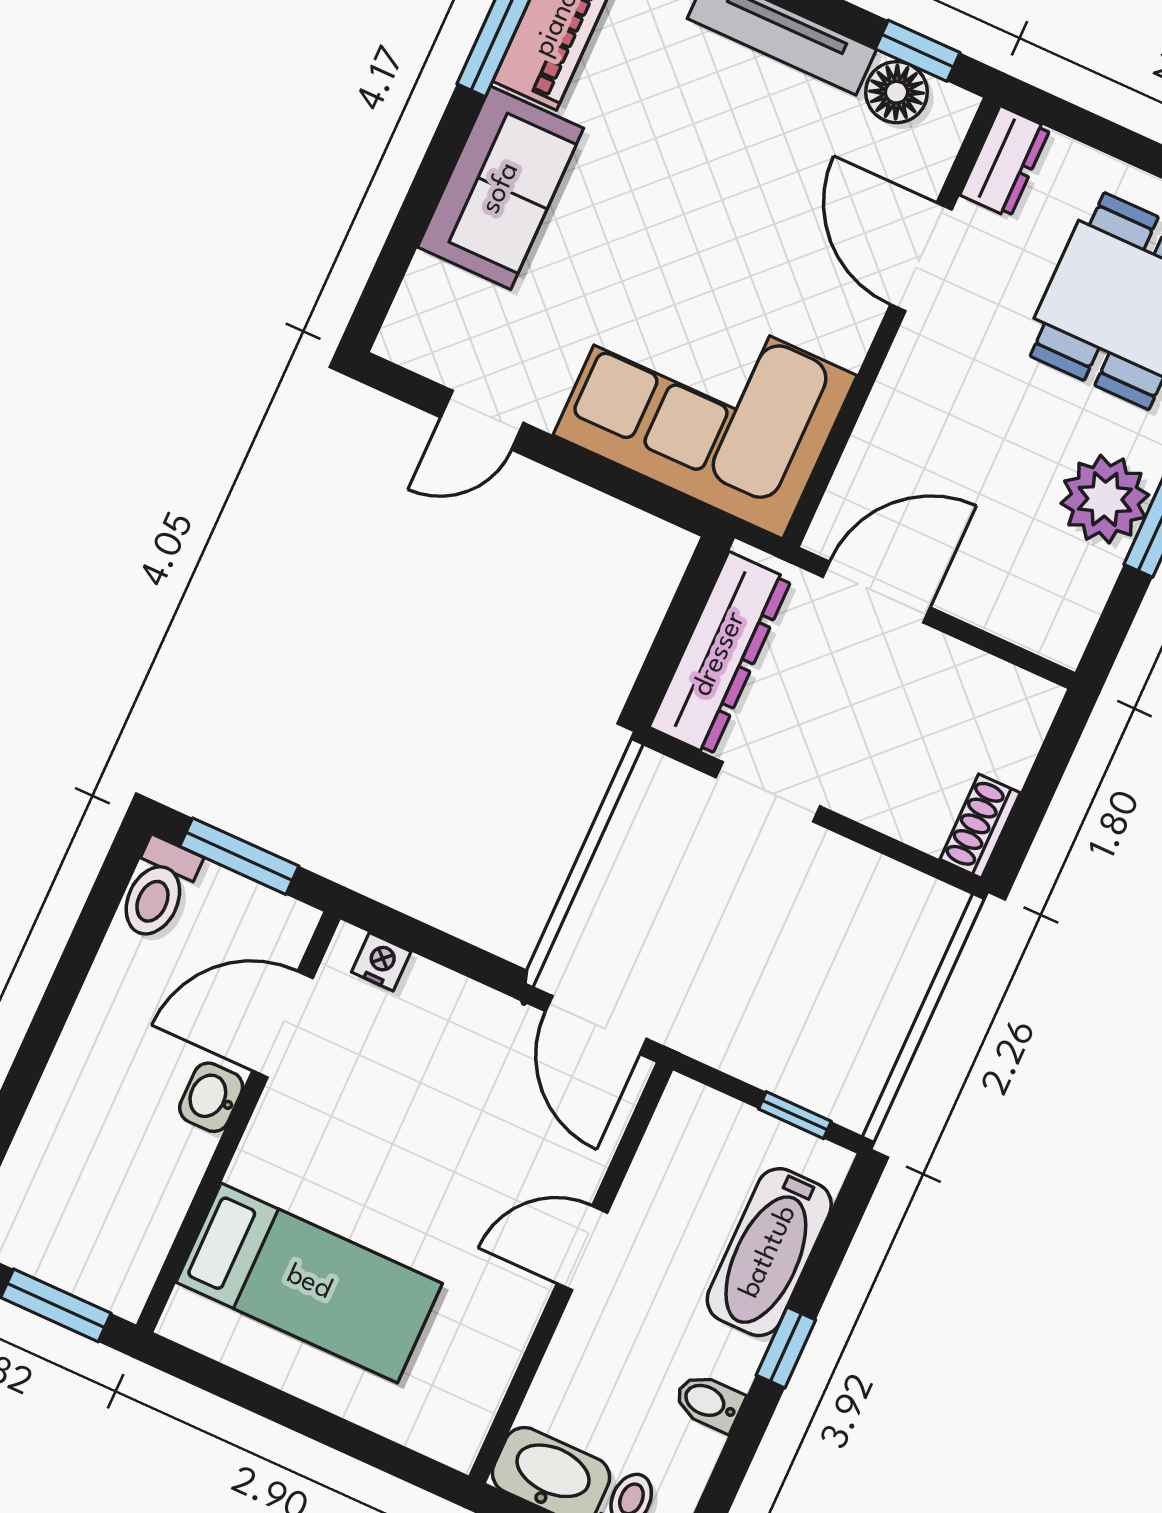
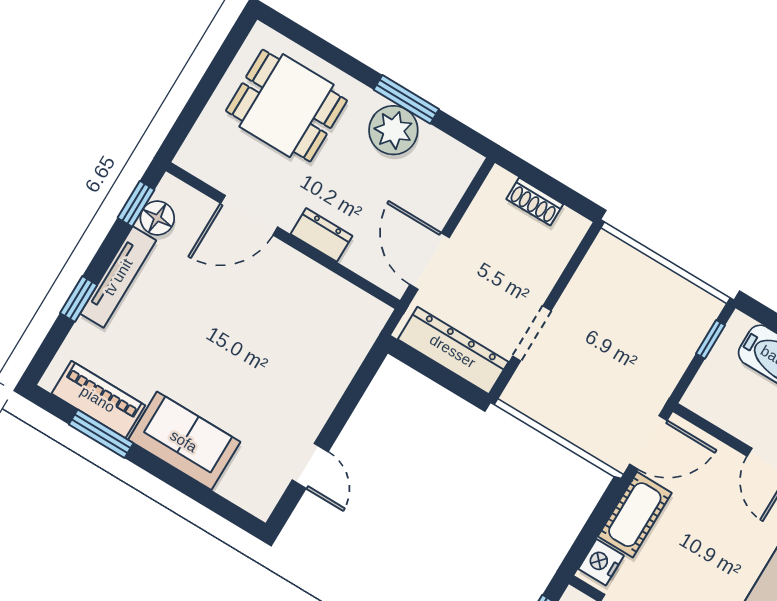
dresser: (1005, 162) -> (321, 235), moved
corner sofa: (705, 405) -> (316, 343), removed
shoe rack: (980, 826) -> (535, 202), moved
nightstand: (381, 962) -> (601, 562), width x1.39, depth x1.35
cot: (463, 1016) -> (635, 515), added

